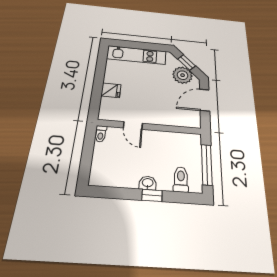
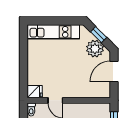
fridge: (111, 90) -> (35, 92), moved

